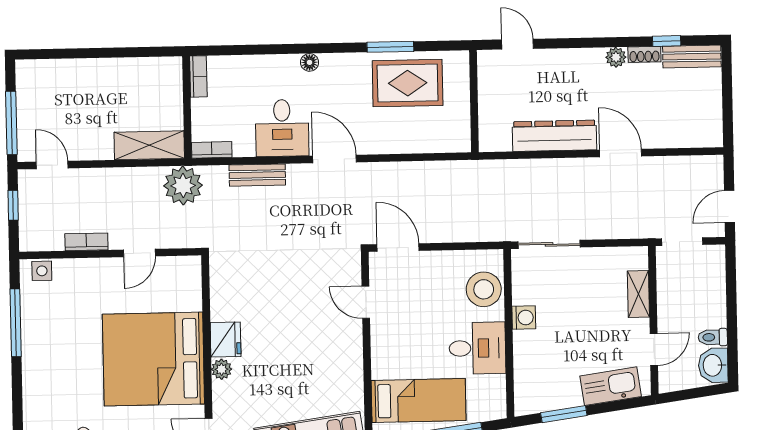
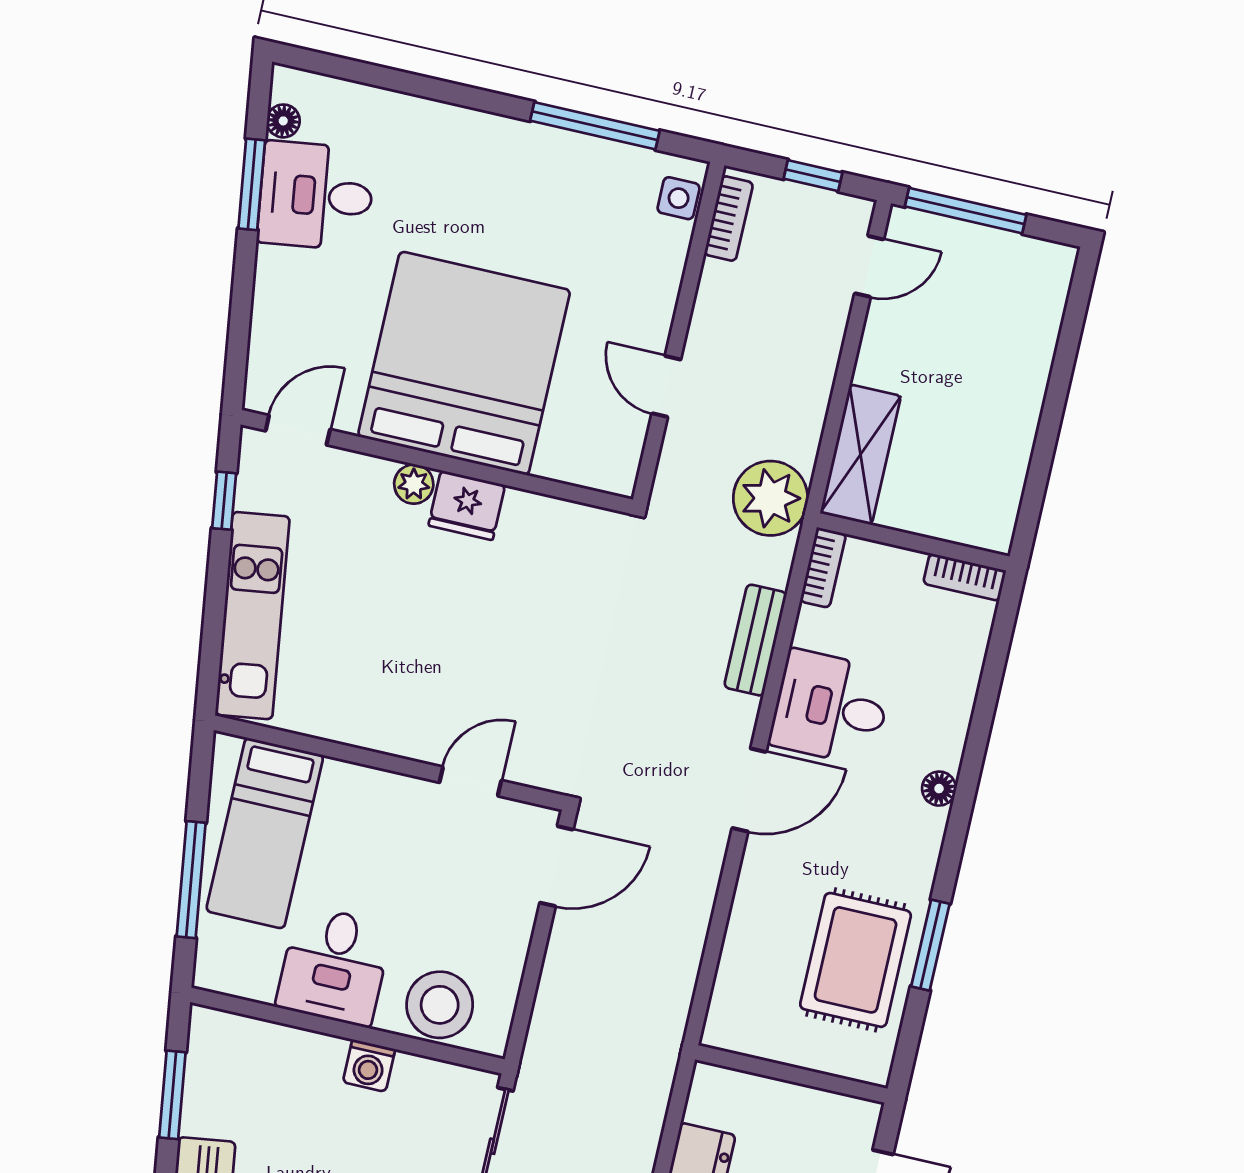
bookcase: (86, 242) -> (729, 219), moved

